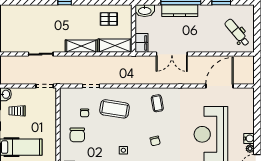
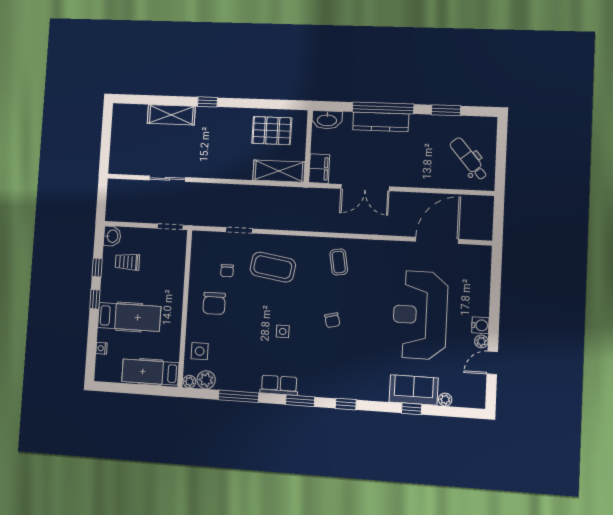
pallet: (109, 19) -> (272, 131), width x1.50, depth x1.42
shelving: (81, 46) -> (171, 115), moved

